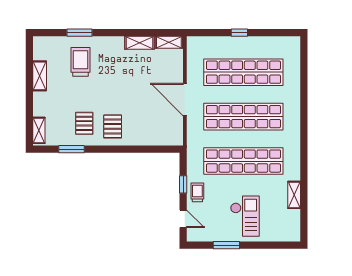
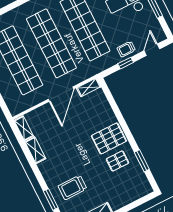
pallet: (113, 126) -> (109, 138), width x1.50, depth x1.42
shelving: (39, 130) -> (89, 87), moved

